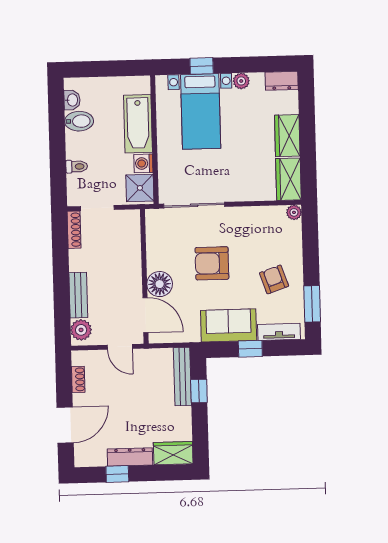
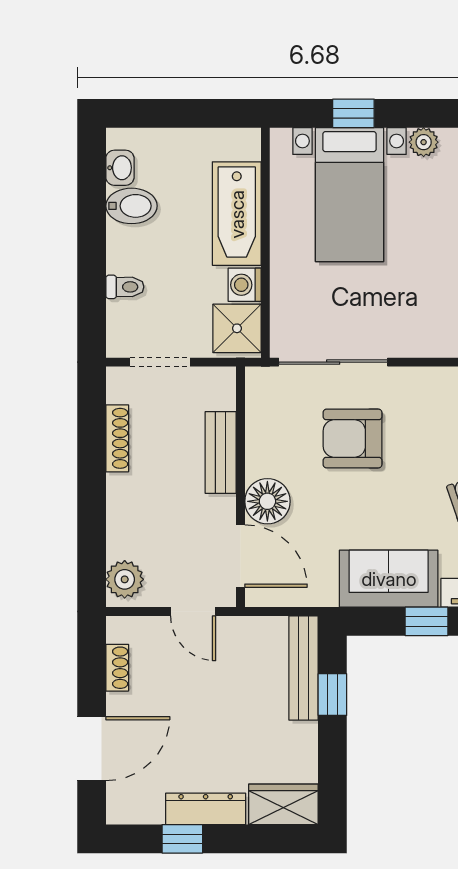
shoe rack: (74, 230) -> (117, 438), moved
armchair: (212, 263) -> (353, 439), moved
bench: (78, 295) -> (221, 453), moved

